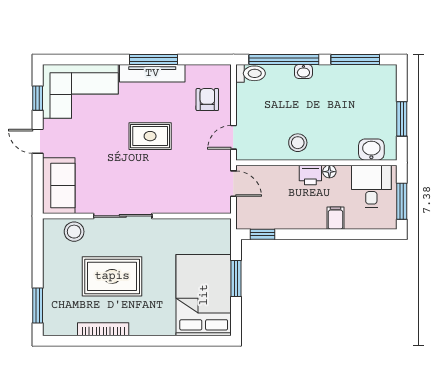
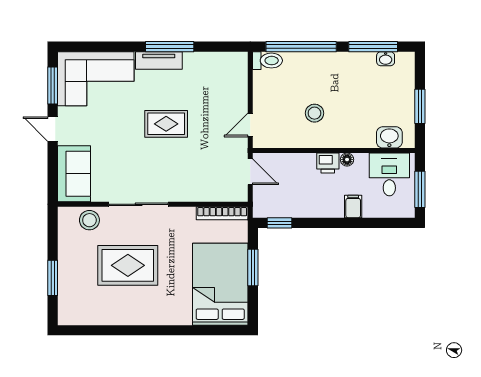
washbasin: (303, 72) -> (386, 59), moved
tv unit: (152, 73) -> (159, 60), width x0.71
window: (38, 98) -> (53, 85), width x1.50
armchair: (207, 100) -> (224, 87), removed
stool: (298, 143) -> (314, 113), moved
window: (38, 305) -> (53, 278), moved
bookcase: (103, 329) -> (222, 213), moved, turned 180

